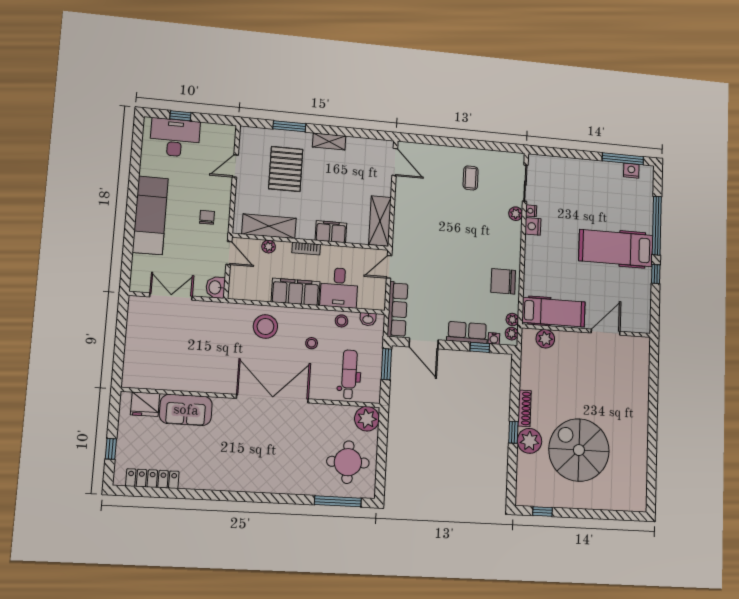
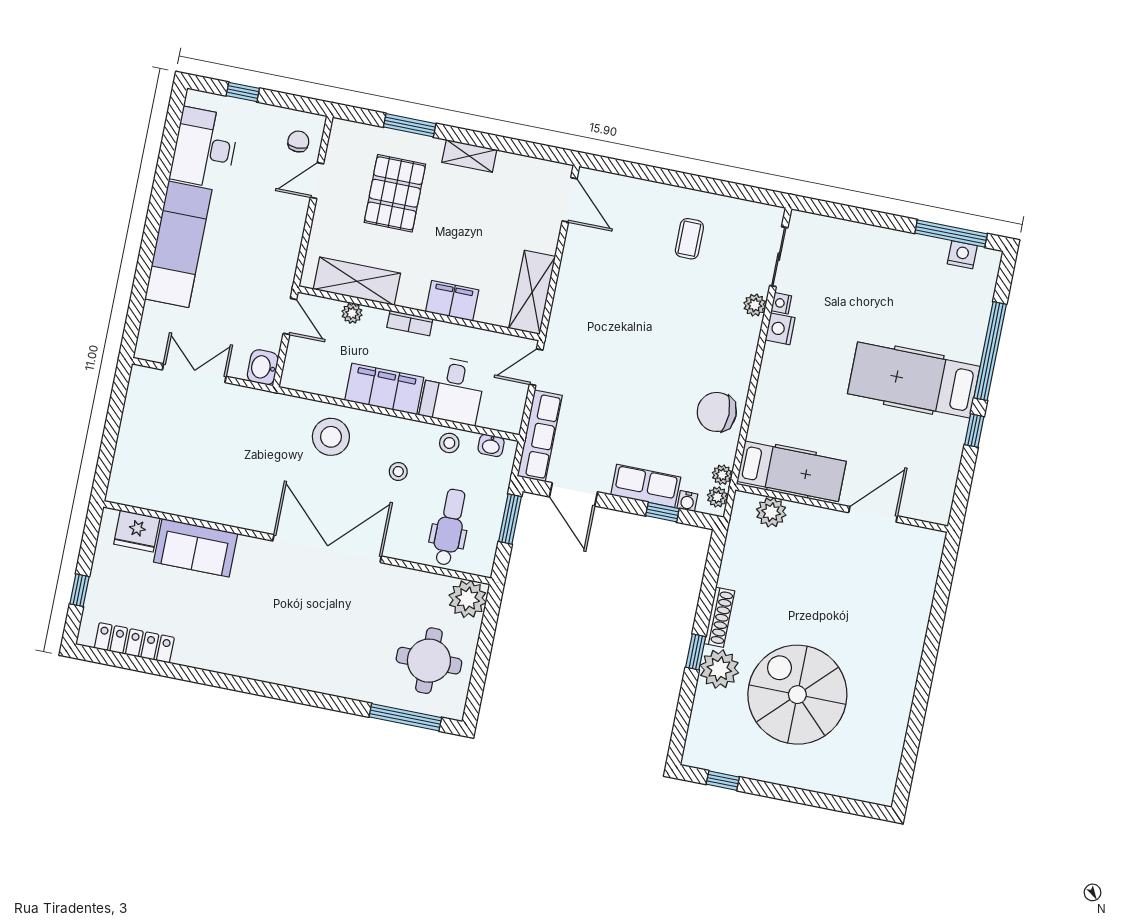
desk: (175, 138) -> (204, 148), moved, turned -90
chair: (207, 217) -> (298, 141), moved

